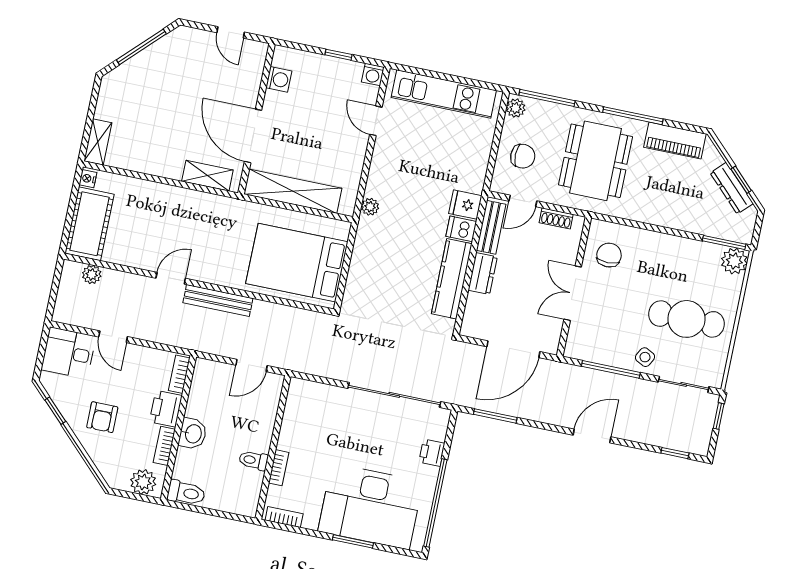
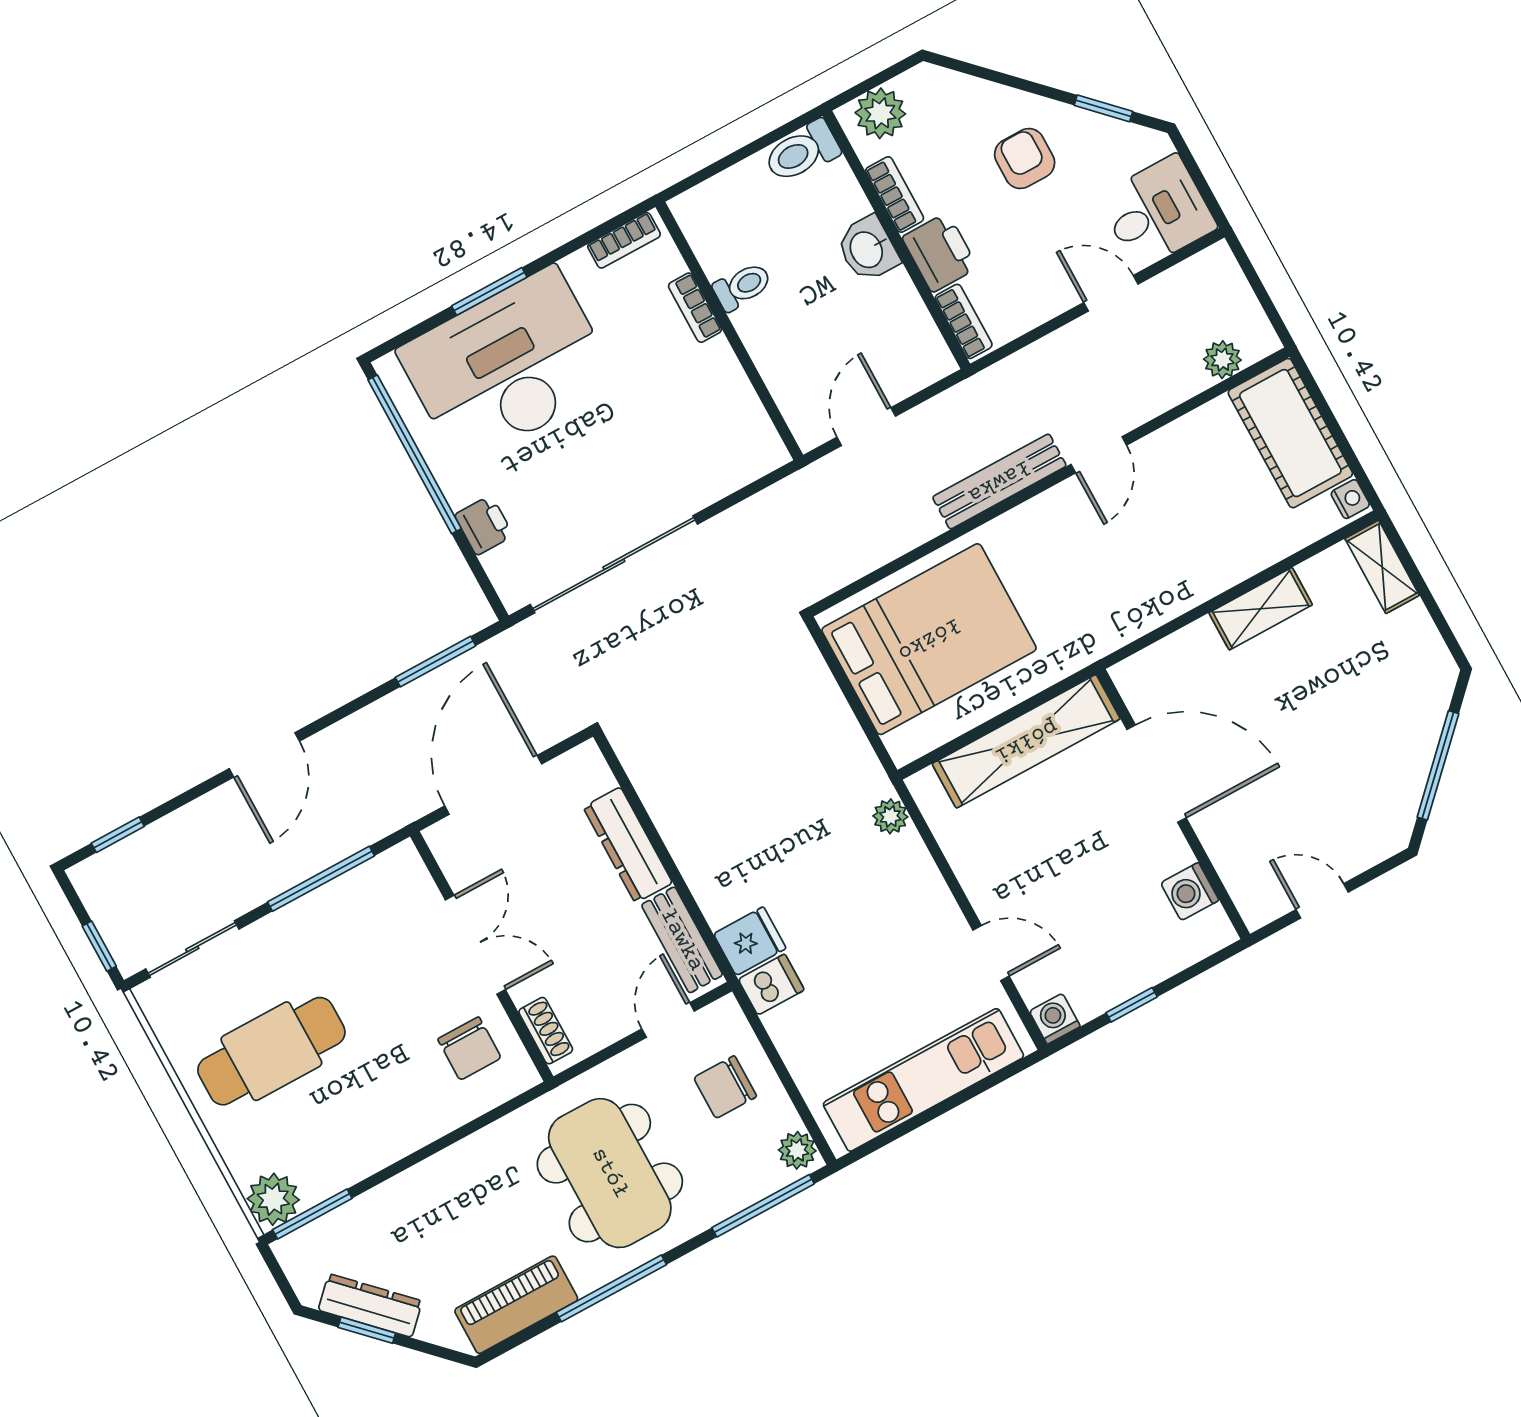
shelving: (207, 176) -> (1261, 609), moved
shoe rack: (556, 218) -> (546, 1031), moved, turned 90
dishwasher: (461, 229) -> (771, 985), moved
dresser: (483, 273) -> (628, 845), width x1.44
kitchen counter: (452, 279) -> (676, 812), removed
side table: (645, 357) -> (285, 941), removed

